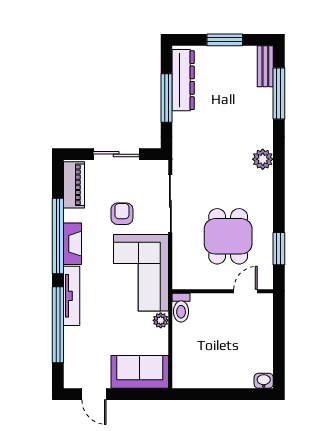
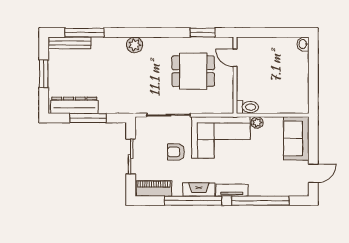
bench: (265, 66) -> (69, 43), width x1.36
tv unit: (72, 296) -> (232, 190), width x0.71

